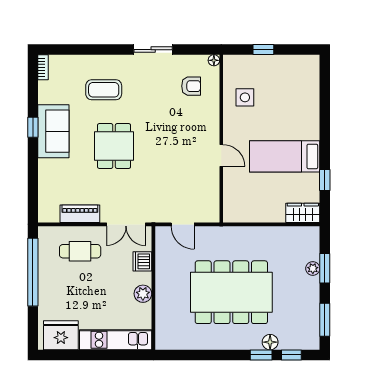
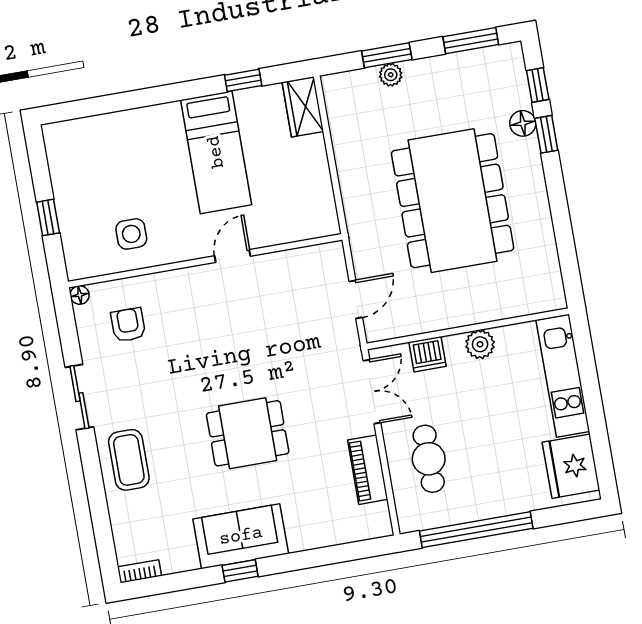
coffee table: (104, 90) -> (129, 460), moved

